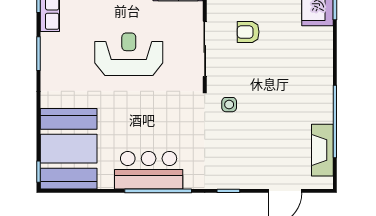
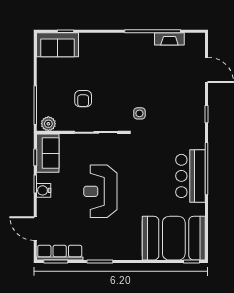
fireplace: (322, 150) -> (169, 39), width x0.73, depth x0.76

